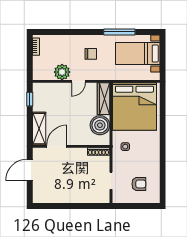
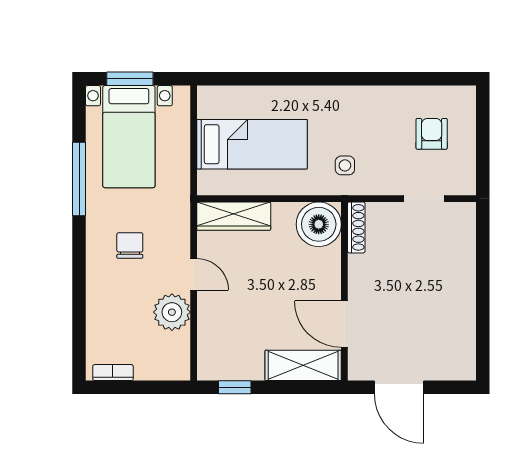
window: (163, 54) -> (130, 79), added
bed: (134, 107) -> (252, 144), width x0.49
boiler: (100, 125) -> (319, 224), moved

